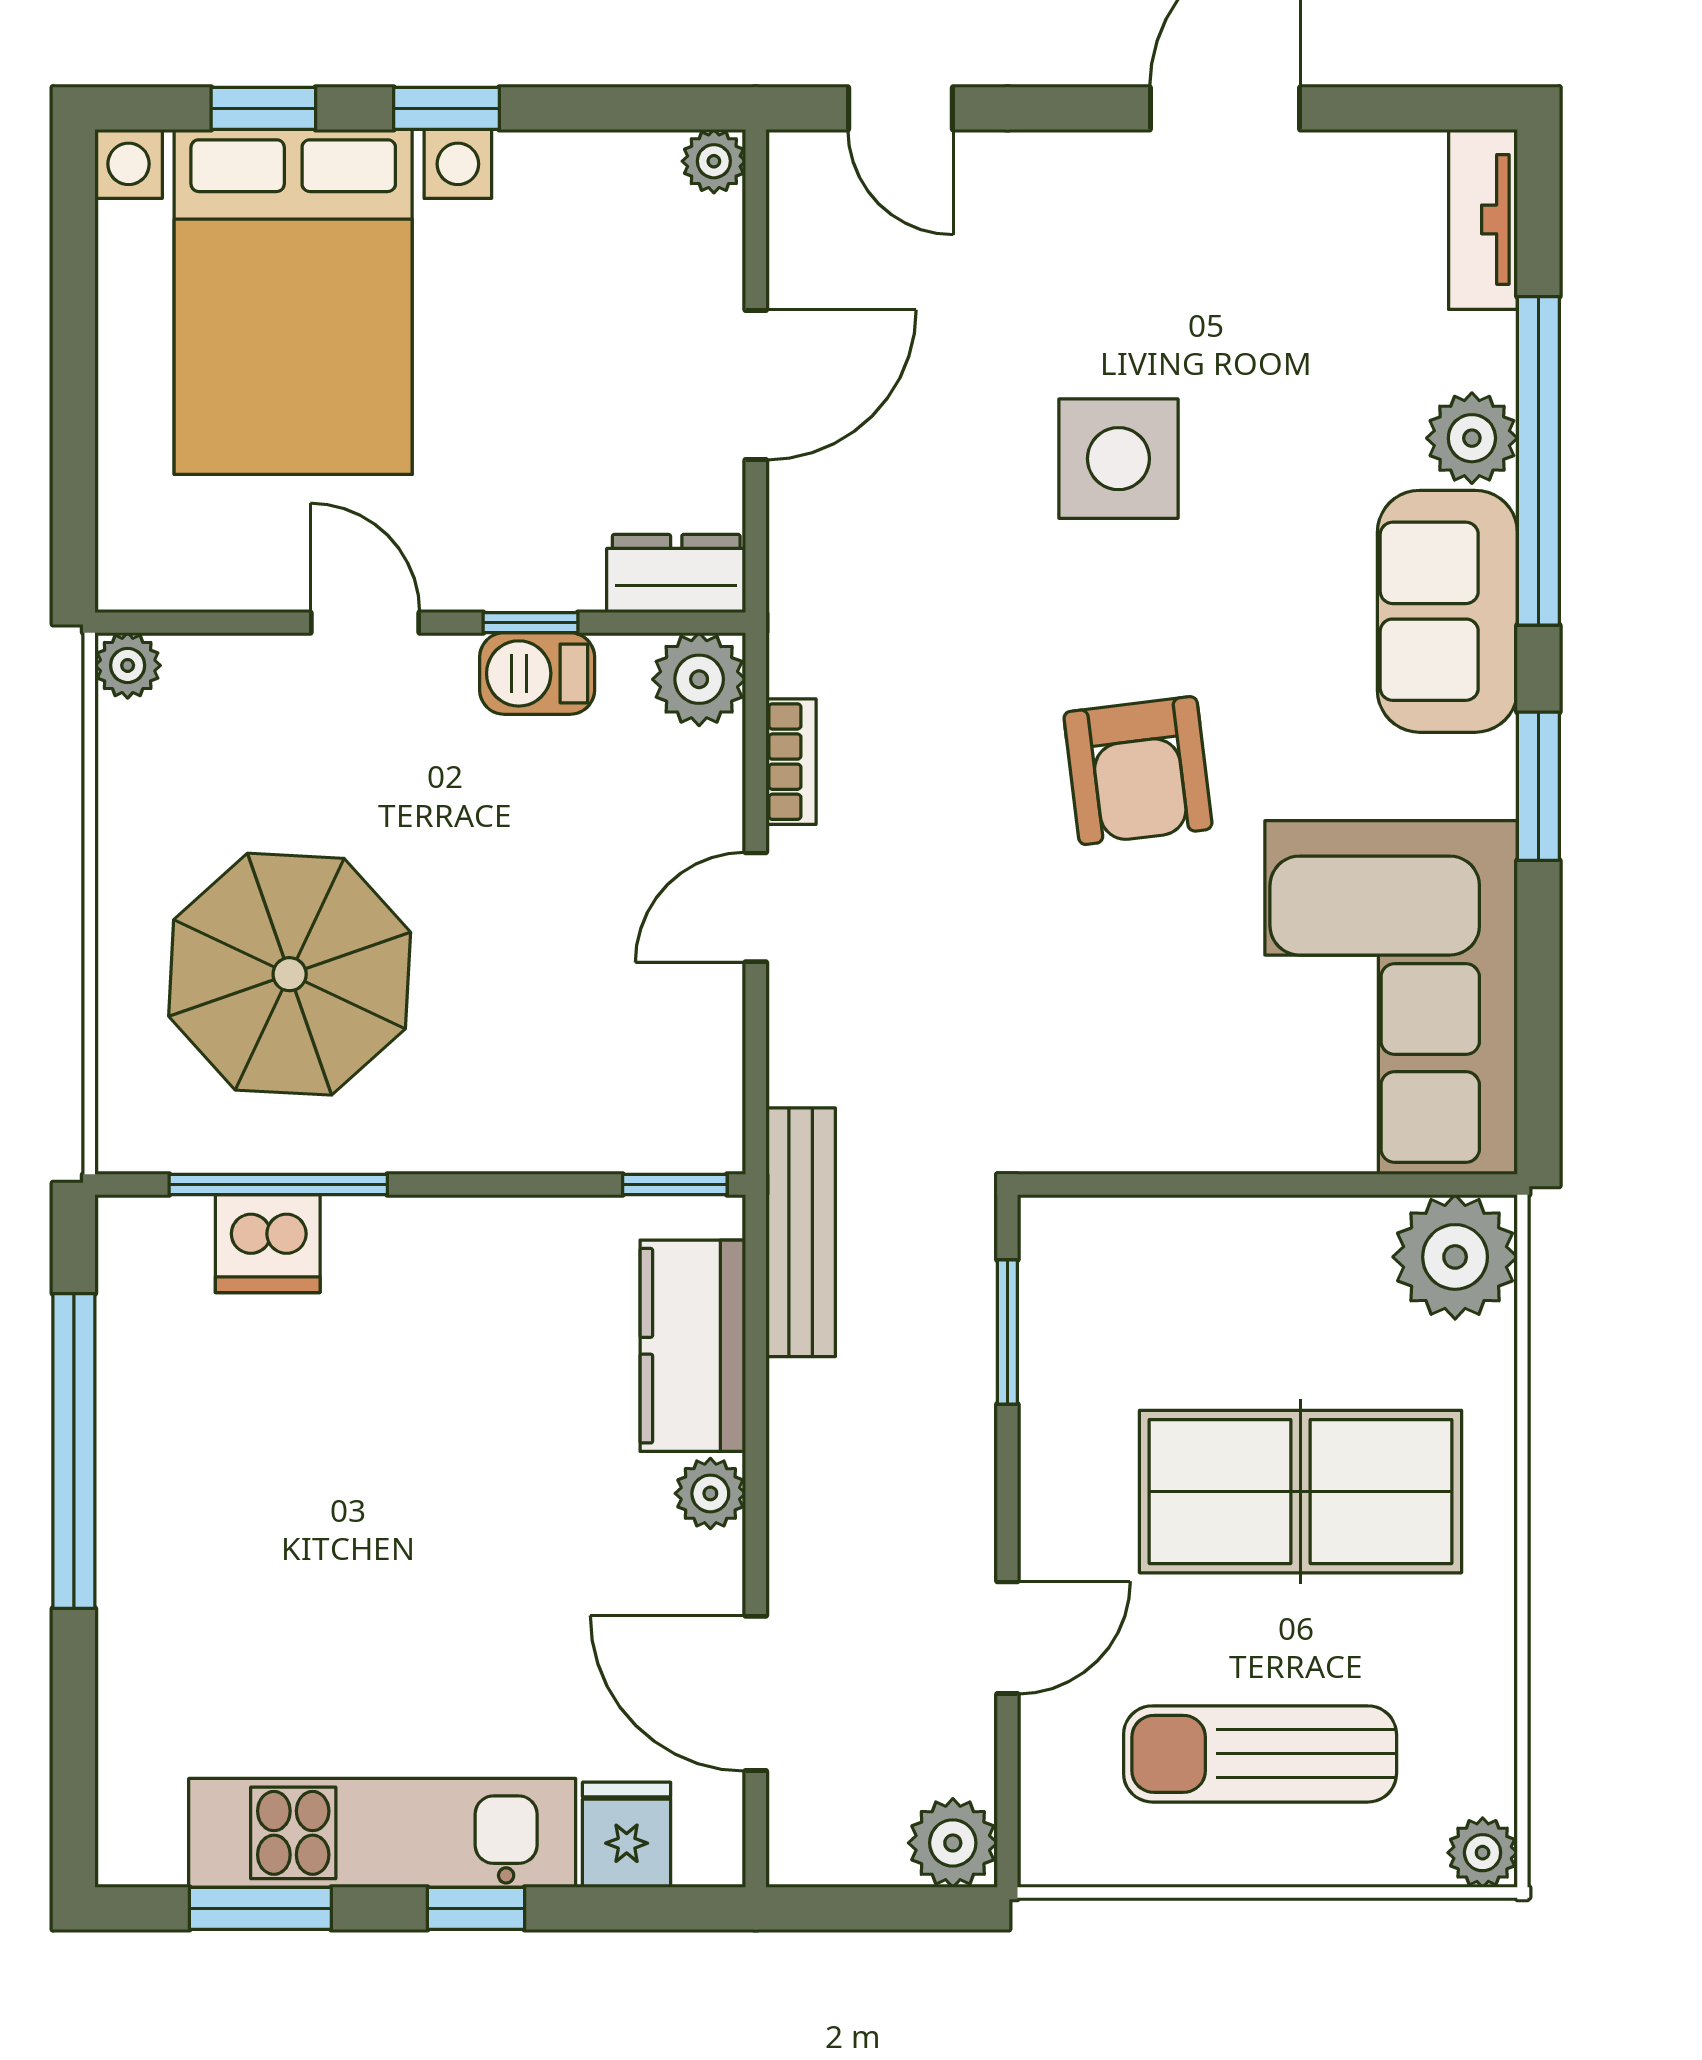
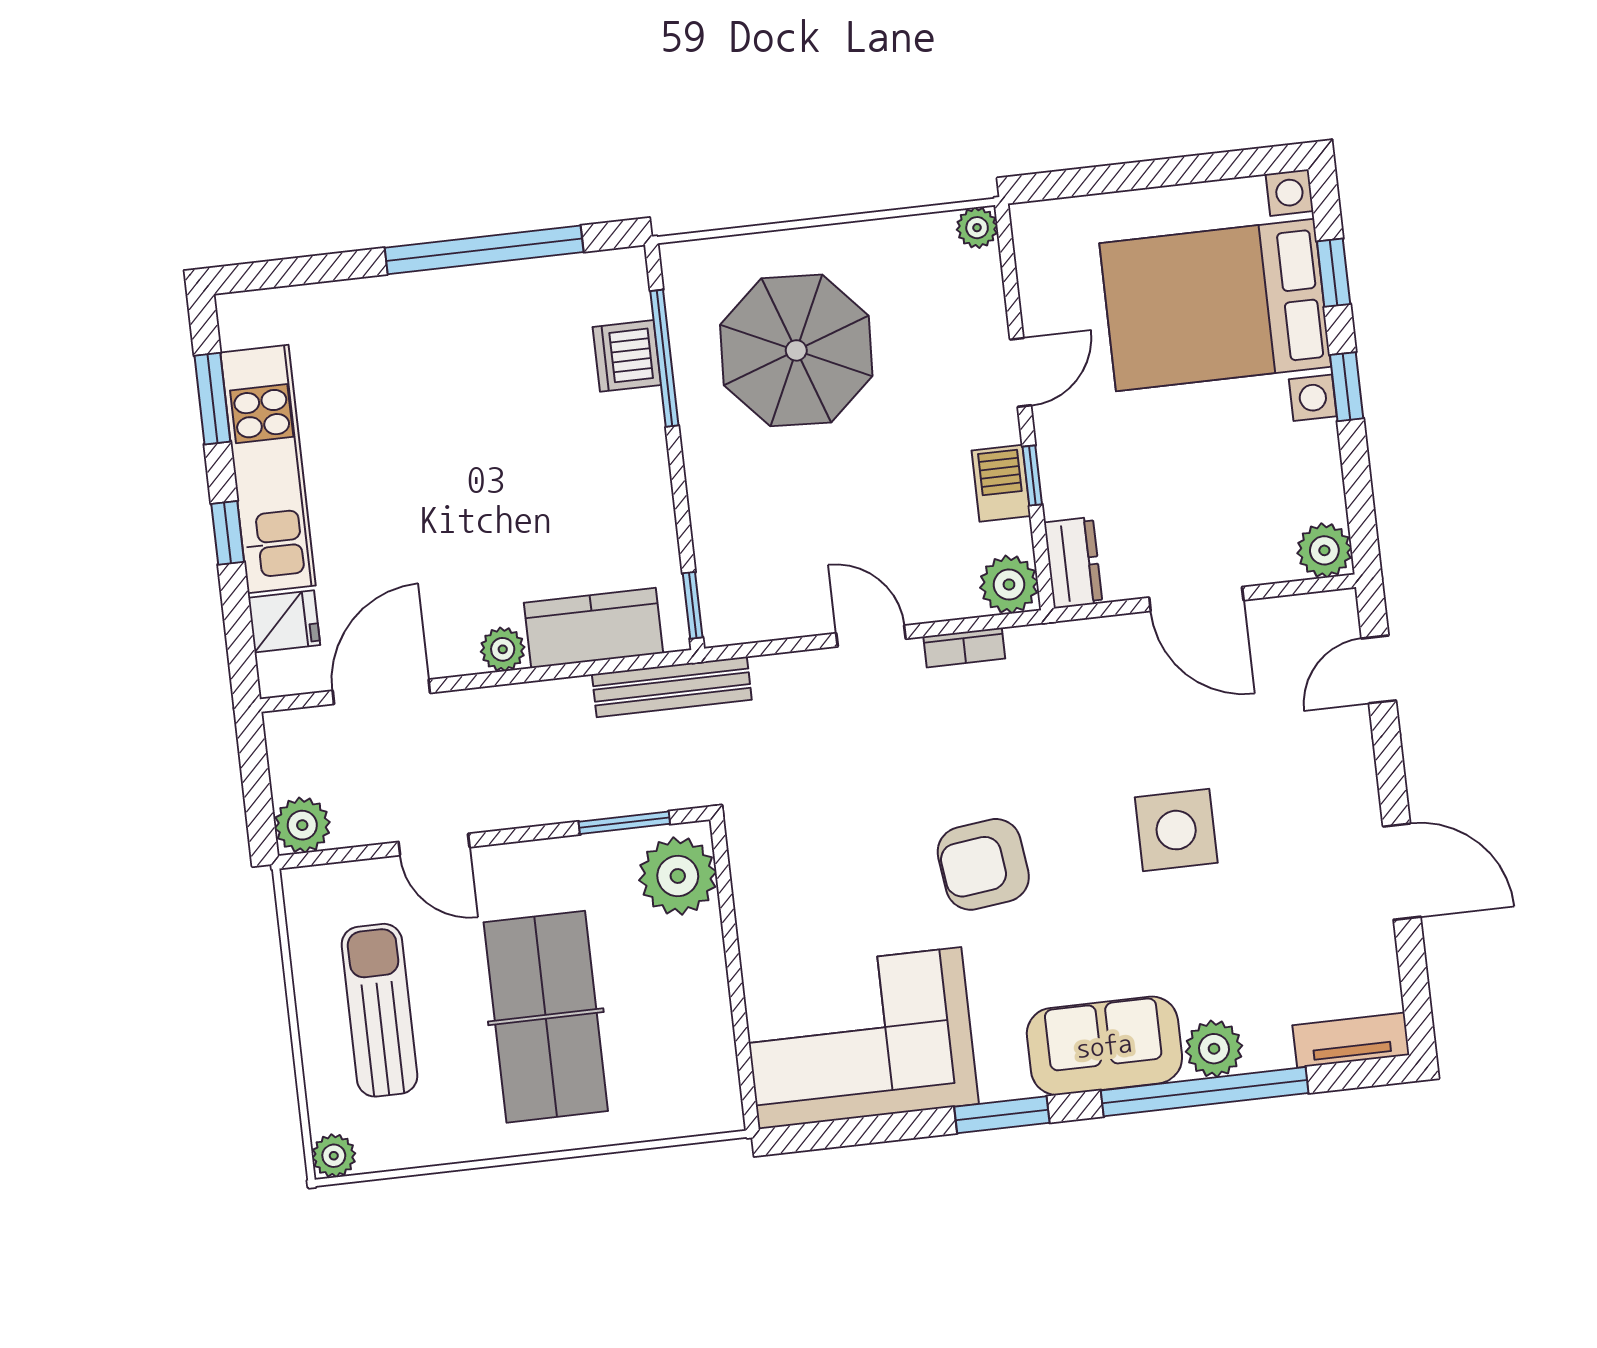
plant: (714, 161) -> (1324, 550), width x1.38, depth x1.38
plant: (1455, 1257) -> (678, 876), moved

